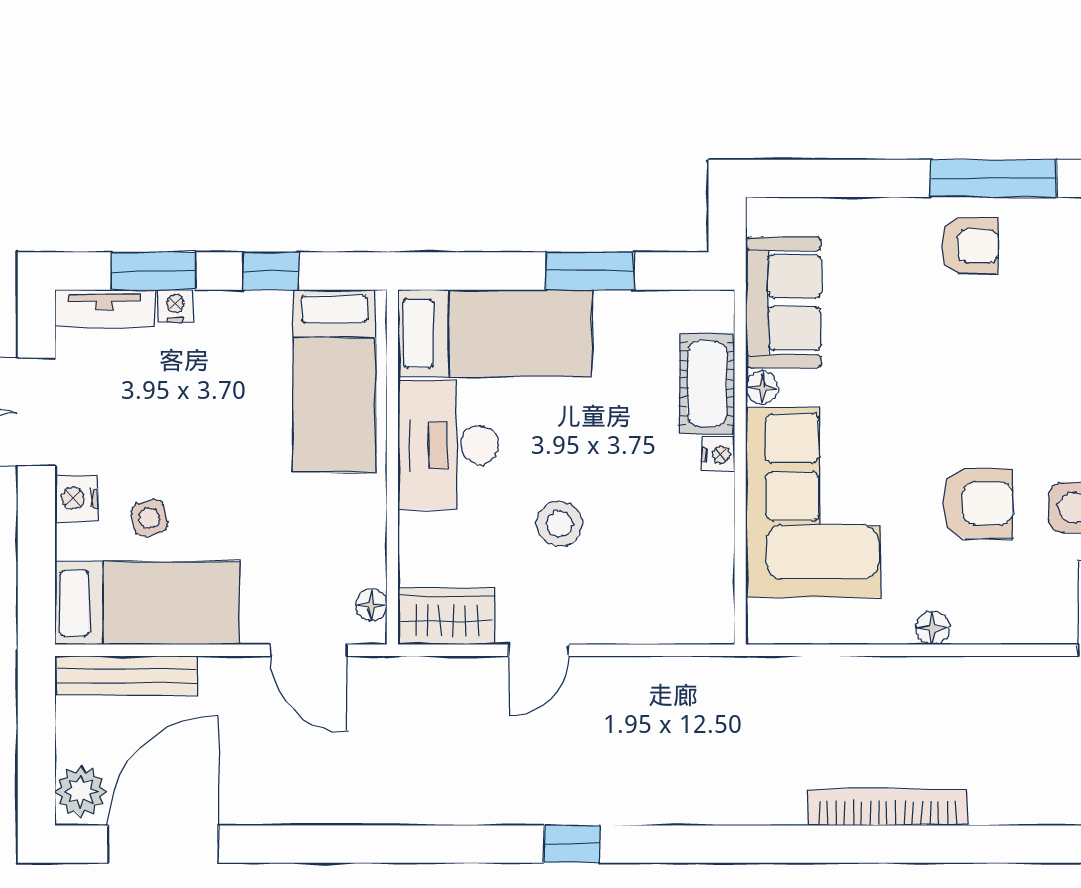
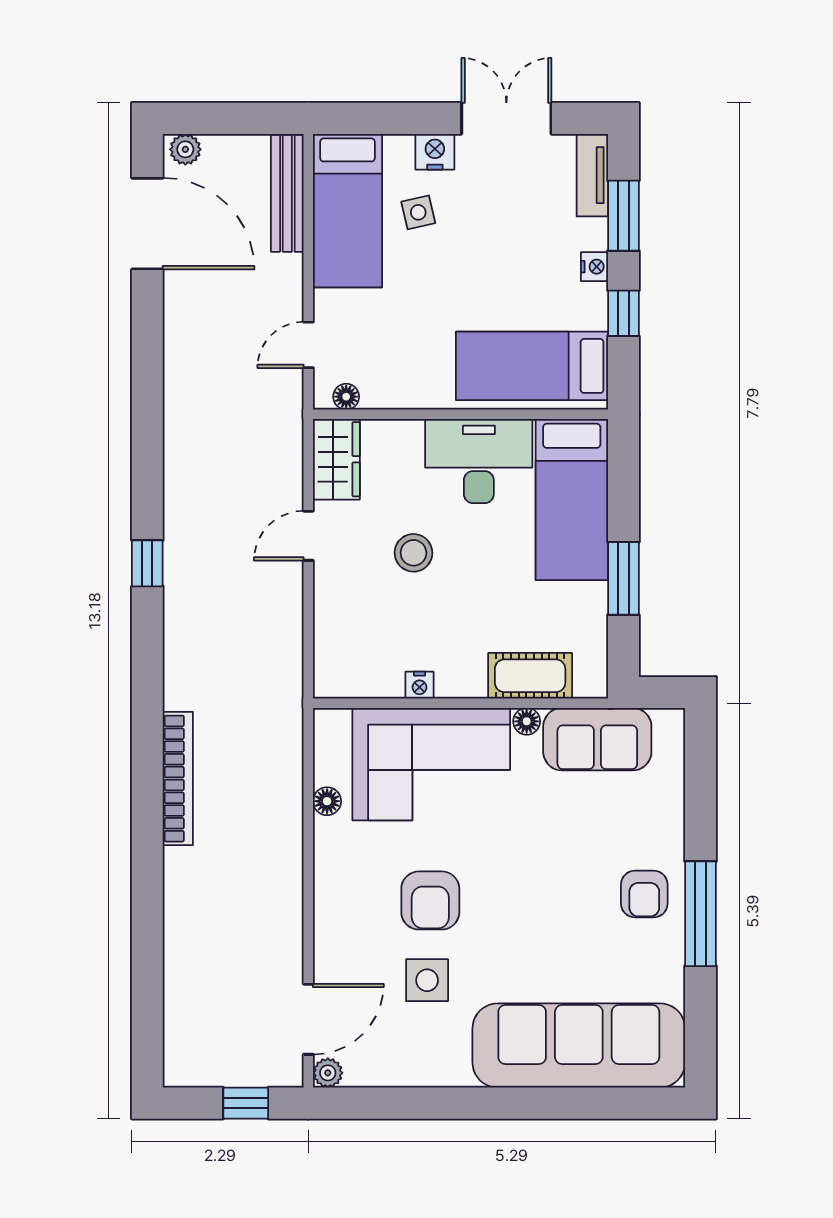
nightstand: (175, 306) -> (594, 267), moved
nightstand: (718, 455) -> (419, 685), moved
floor lamp: (933, 628) -> (327, 801), moved
door: (309, 650) -> (308, 345), width x0.73
door: (539, 650) -> (308, 536), hinge flipped
plant: (81, 791) -> (185, 149), width x0.73, depth x0.73
bookcase: (887, 807) -> (178, 779), moved

